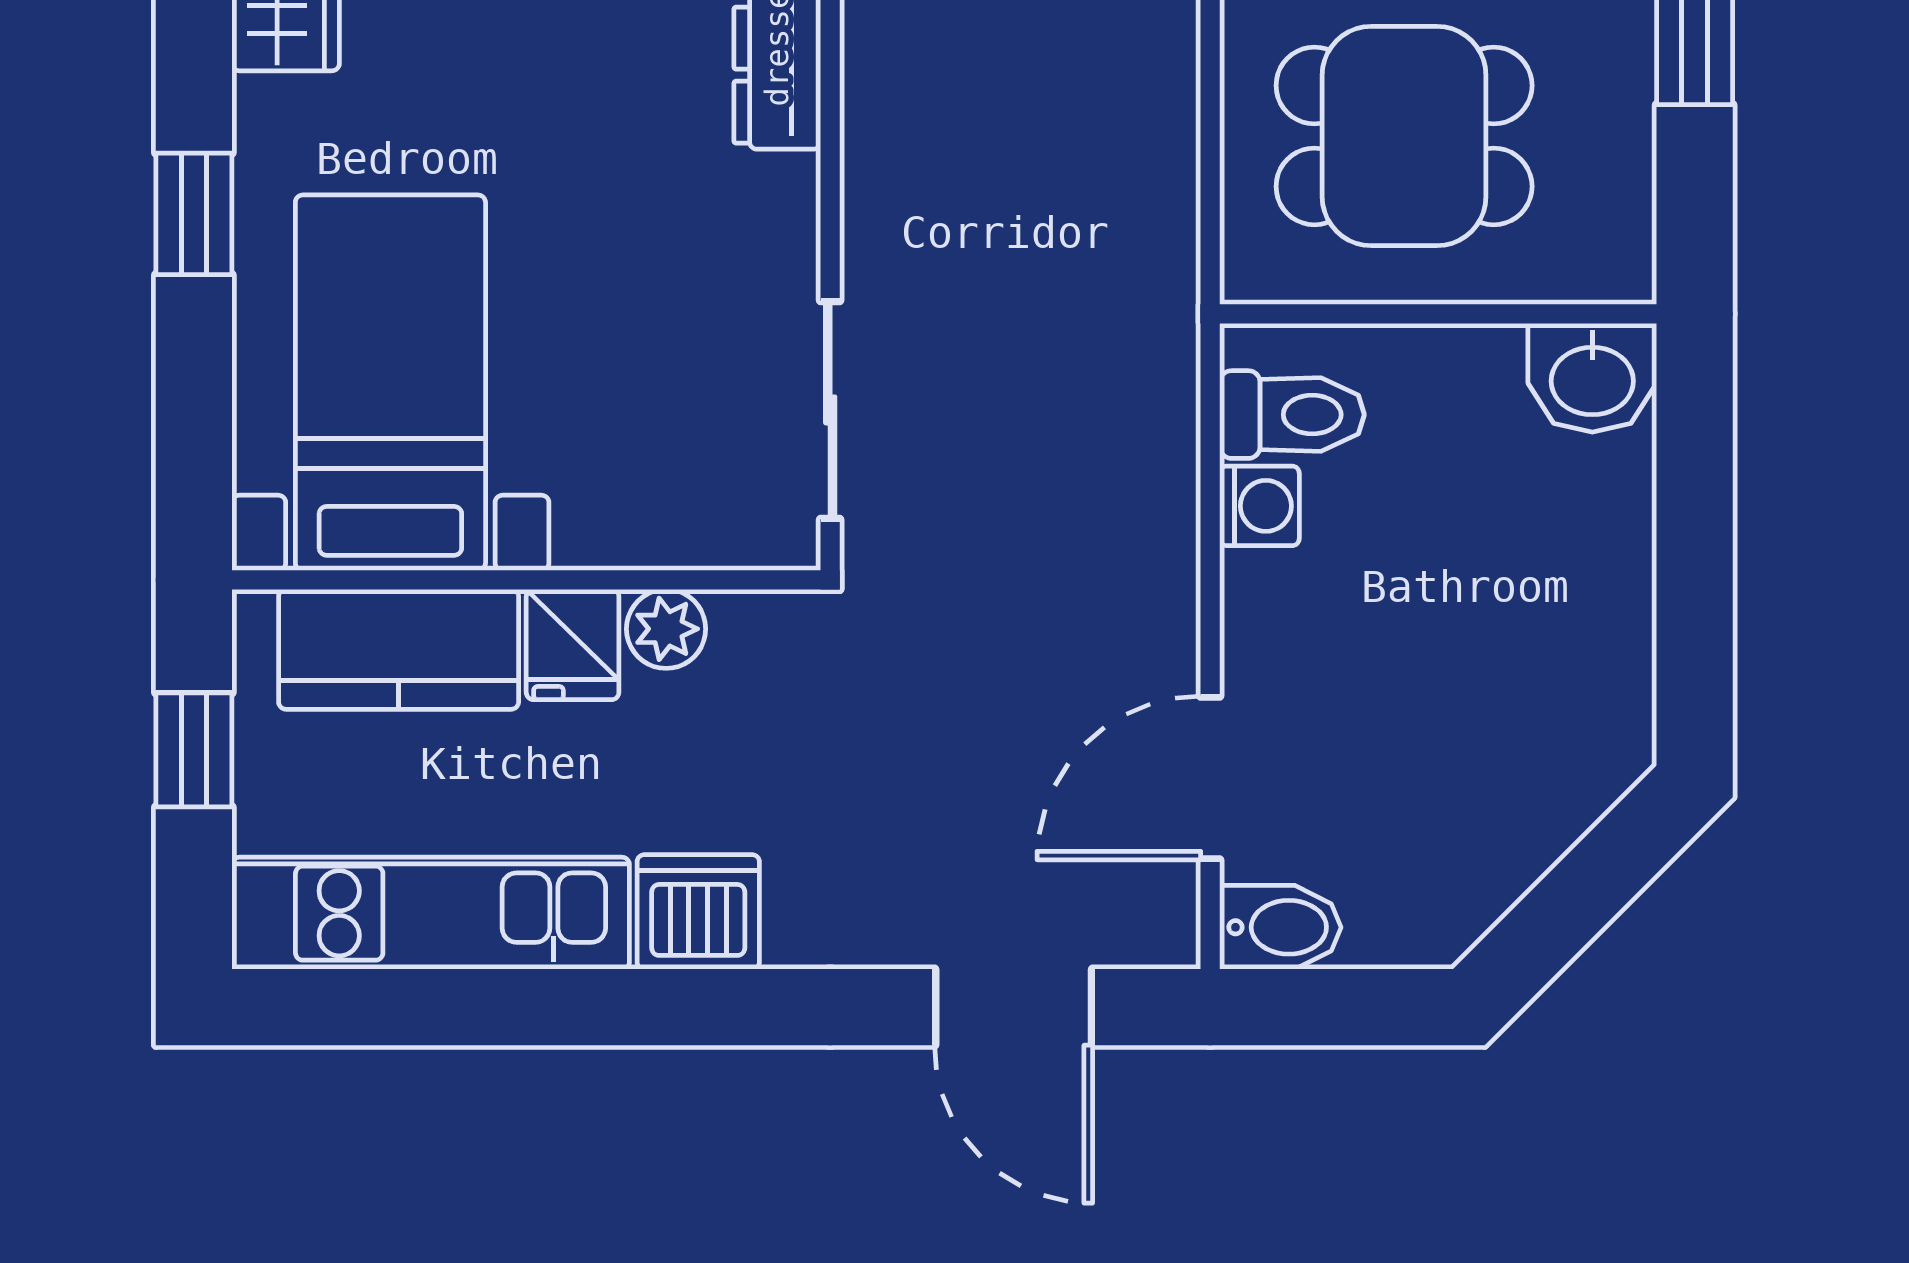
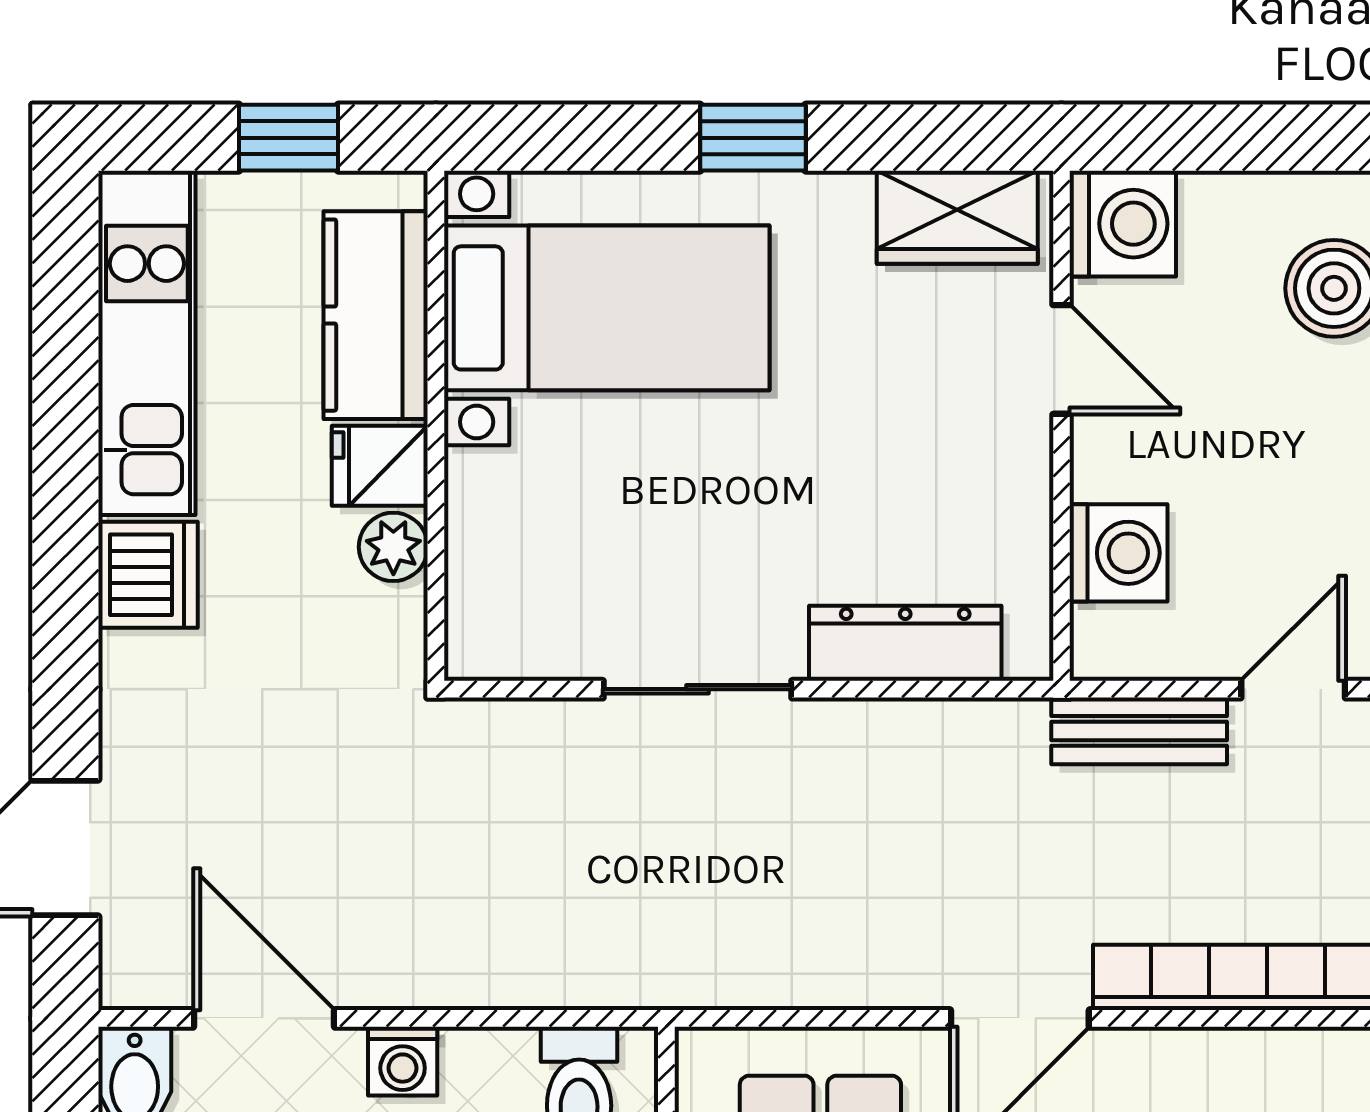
sliding door: (830, 410) -> (698, 689), moved
washing machine: (1259, 506) -> (403, 1061), moved

